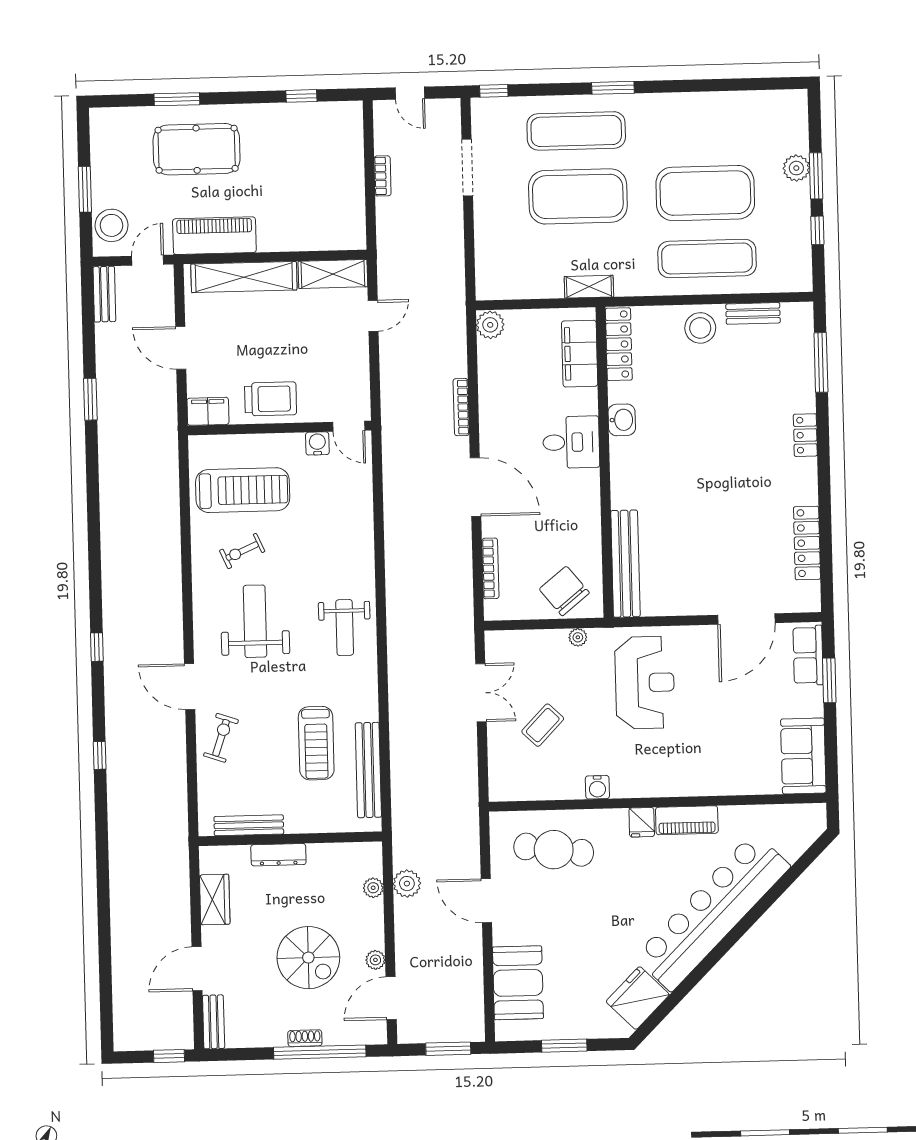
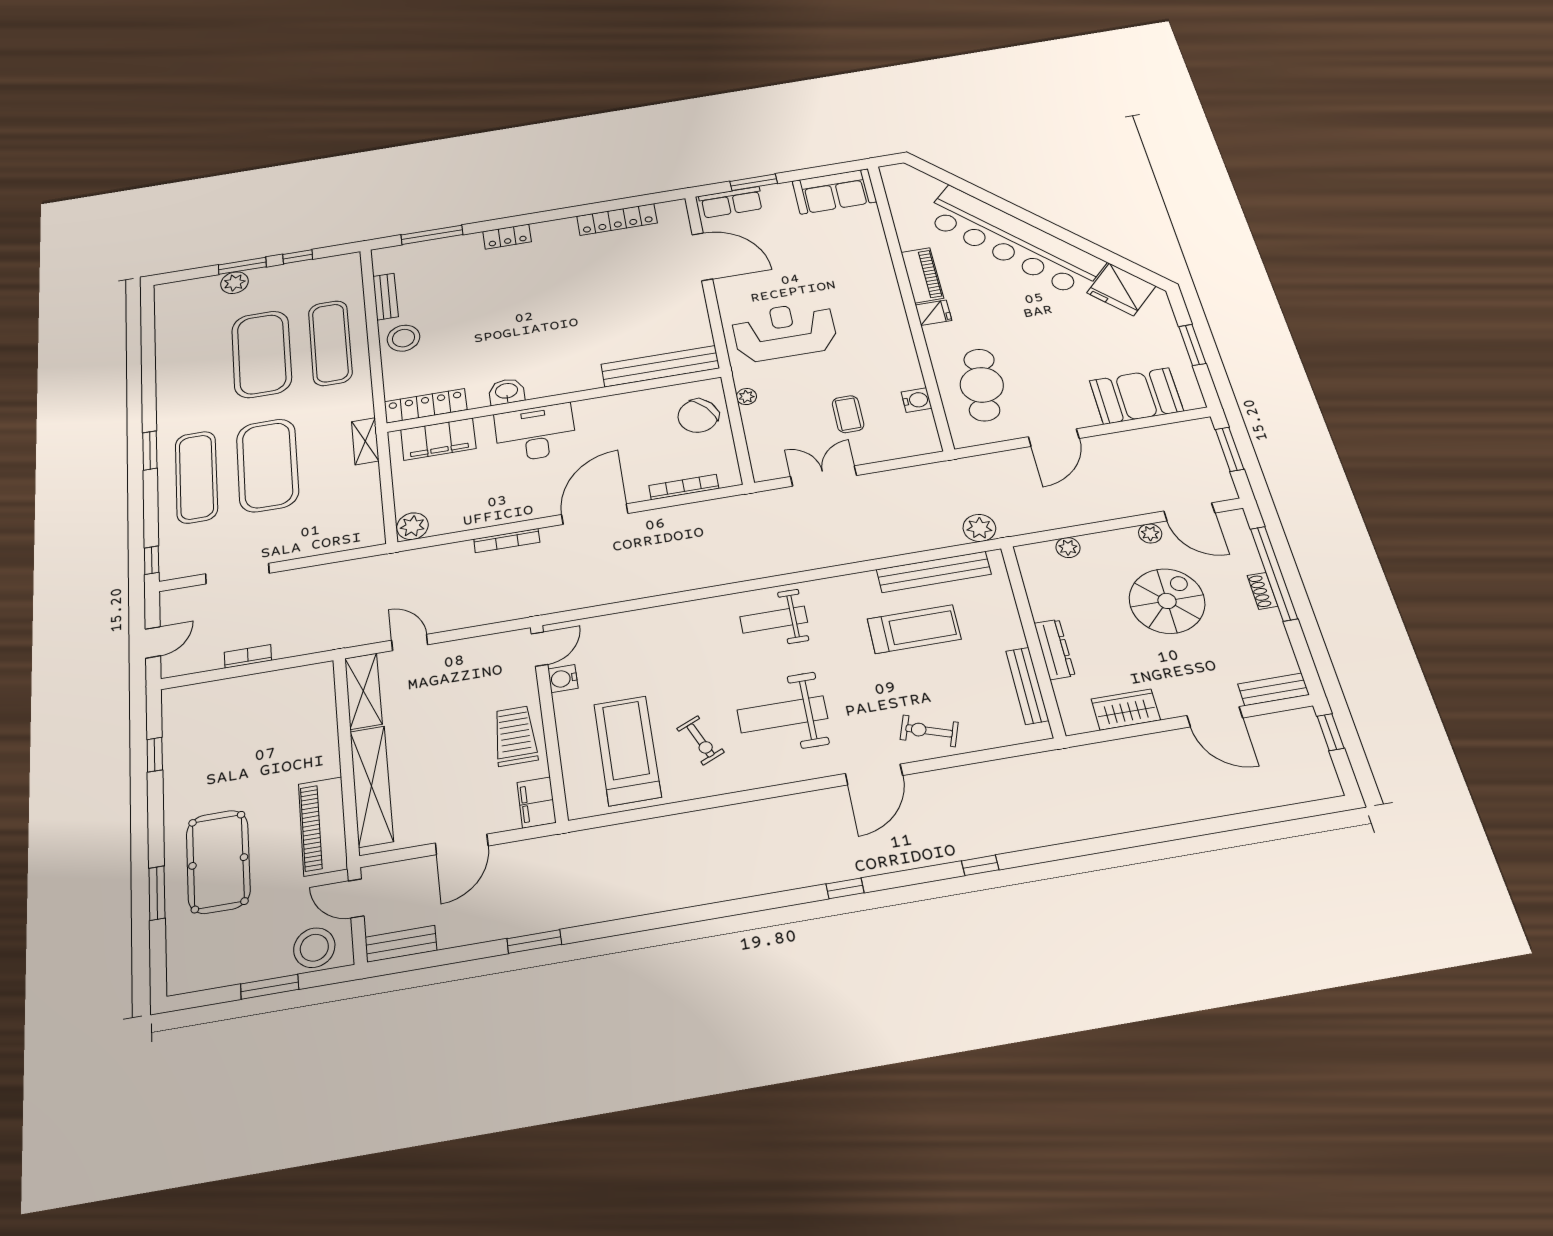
desk: (571, 442) -> (535, 433), width x1.37
weight bench: (345, 627) -> (774, 620), turned 180
coffee table: (543, 725) -> (848, 414), turned 46
water cooler: (597, 787) -> (916, 400), moved
plant: (407, 884) -> (979, 528), moved

